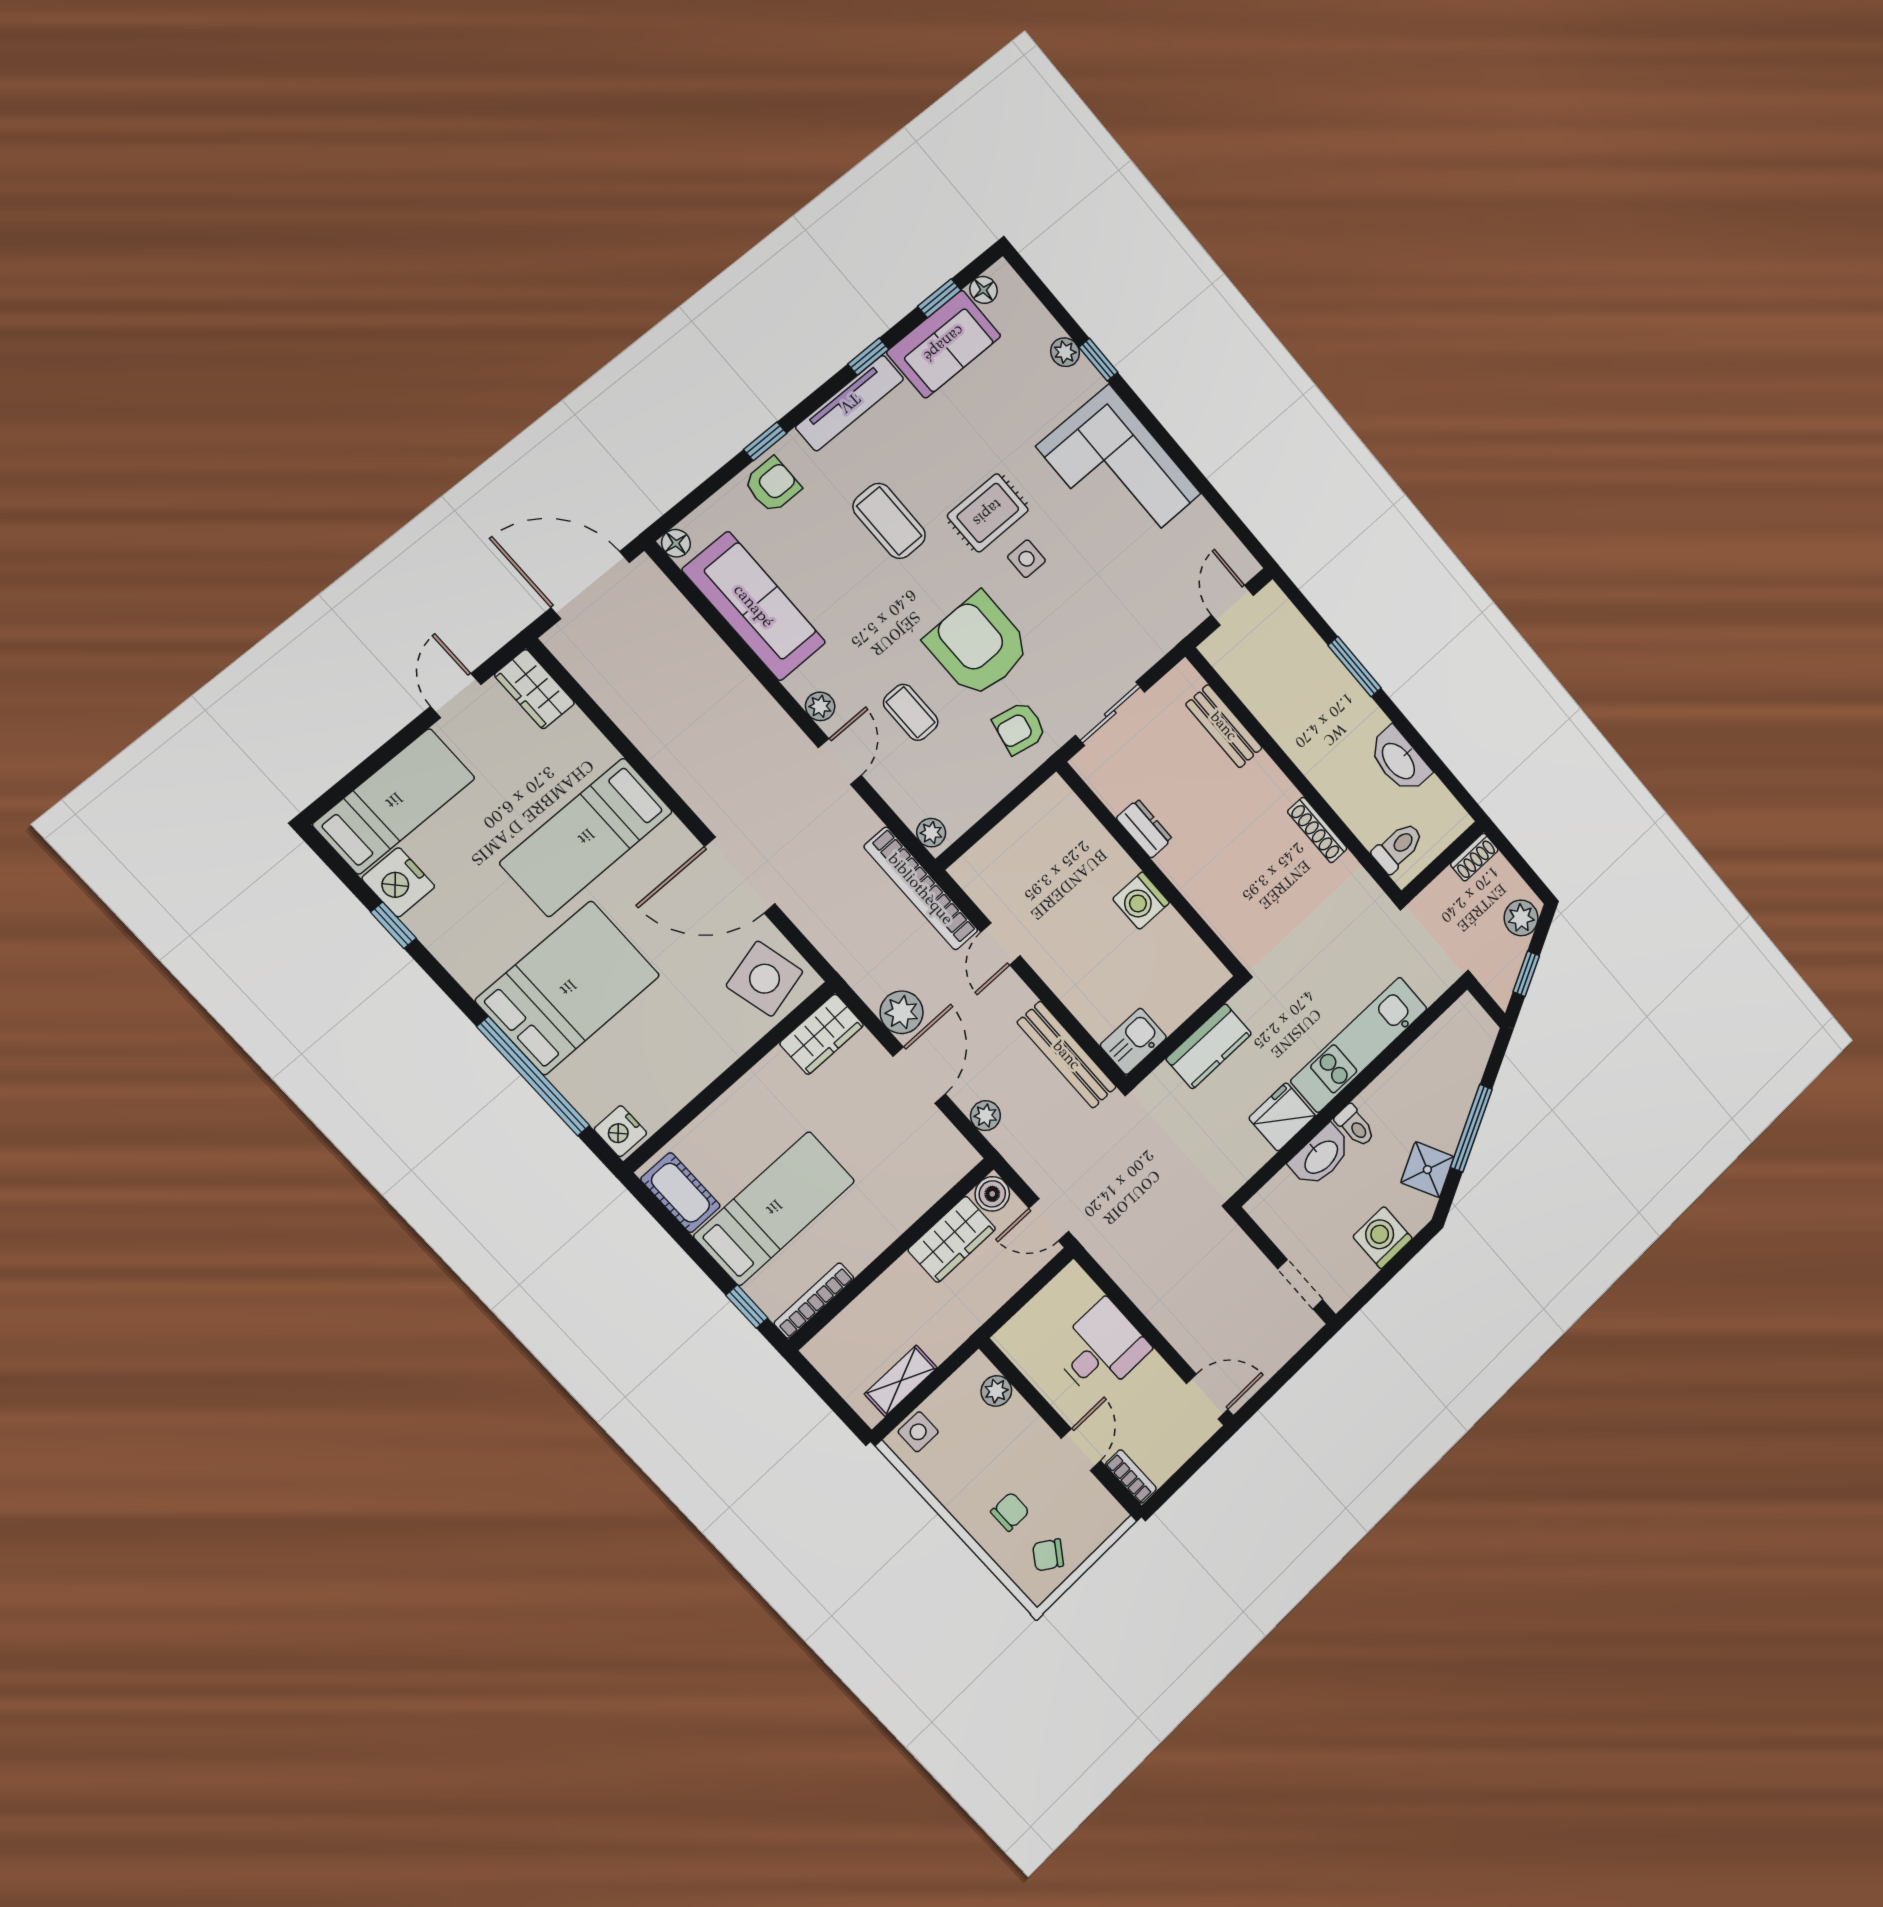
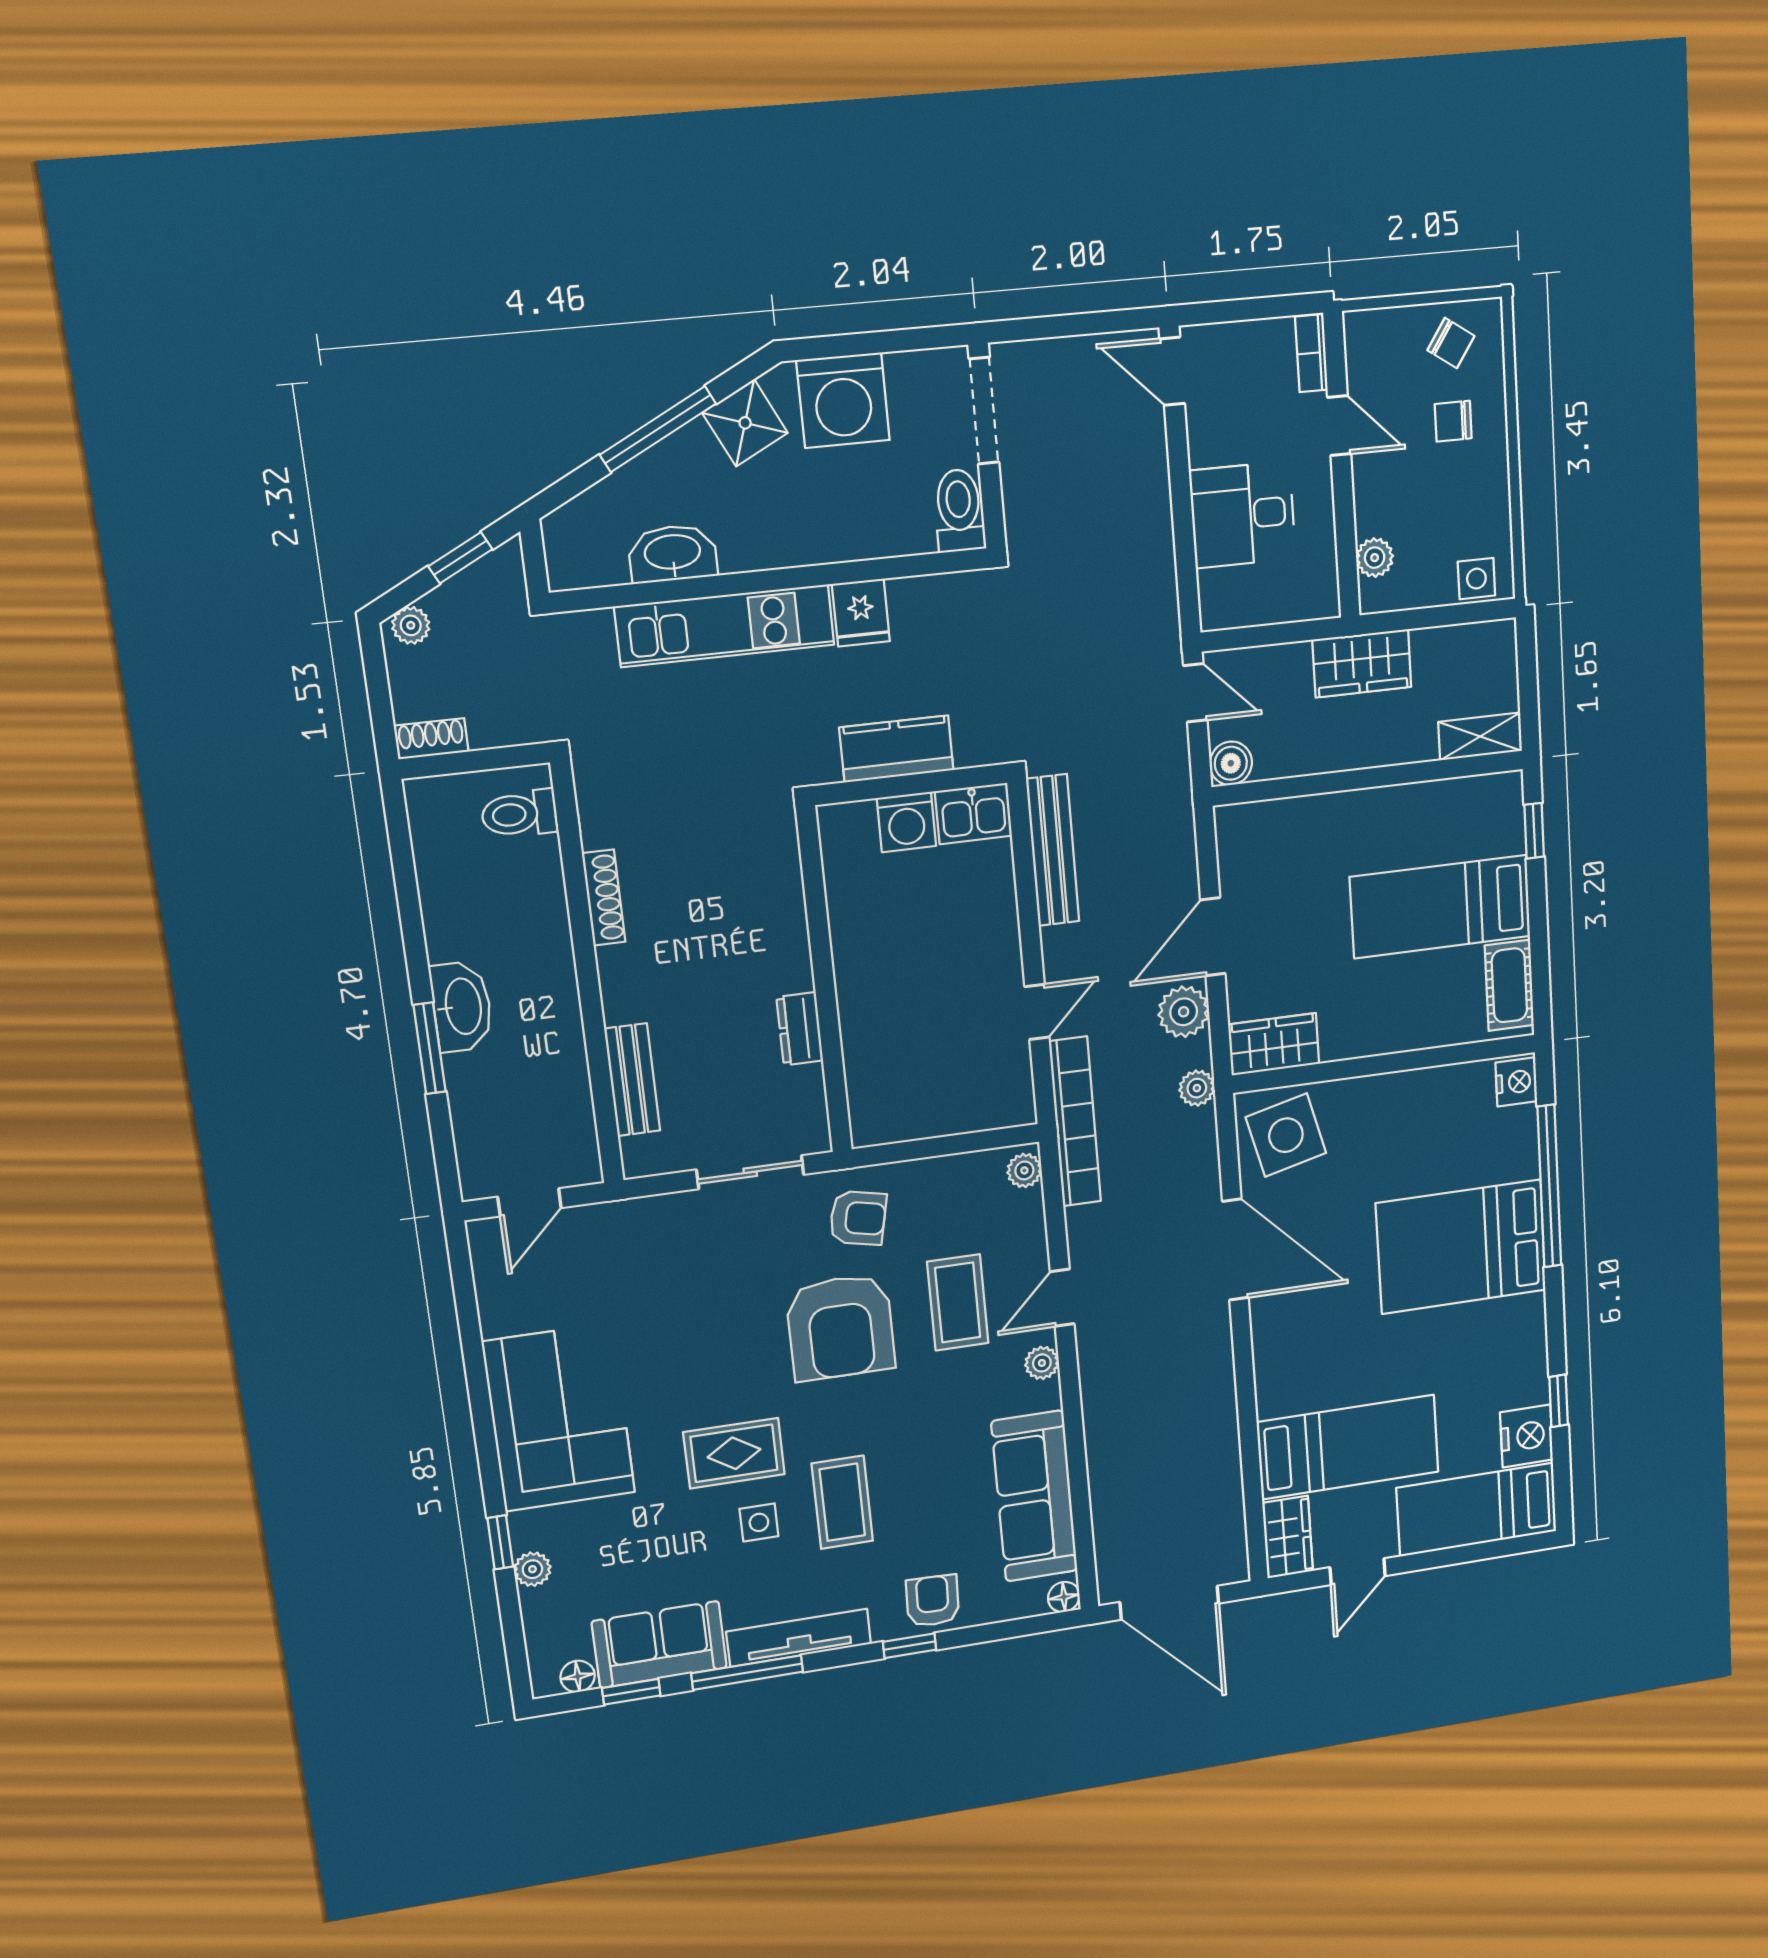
window: (868, 357) -> (747, 1673), width x2.17
armchair: (772, 485) -> (933, 1601), turned 92
side table: (1026, 559) -> (759, 1522), moved
coffee table: (911, 712) -> (958, 1302), width x1.36, depth x1.30
washbasin: (1399, 760) -> (462, 1006), moved
bed: (586, 837) -> (1348, 1447), moved
washing machine: (1141, 901) -> (906, 822), moved, turned 90
plant: (1521, 918) -> (411, 625), width x0.73, depth x0.73
plant: (985, 1116) -> (1197, 1088), moved
fridge: (1282, 1117) -> (861, 613), width x0.72
toilet: (1355, 1126) -> (959, 511), moved, width x1.37, depth x1.39
washbasin: (1321, 1156) -> (673, 553), moved
washing machine: (1383, 1238) -> (843, 400), width x1.37, depth x1.37
wardrobe: (952, 1239) -> (1362, 663), moved, turned 180
doorway: (1300, 1284) -> (984, 411), width x1.38
bookcase: (814, 1301) -> (1472, 789), removed
shelving: (901, 1381) -> (1480, 736), moved
door: (1081, 1450) -> (1339, 426), swing flipped

